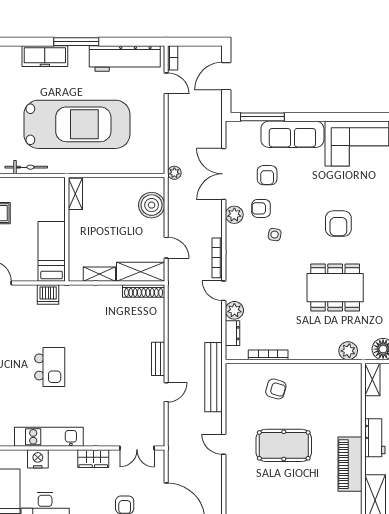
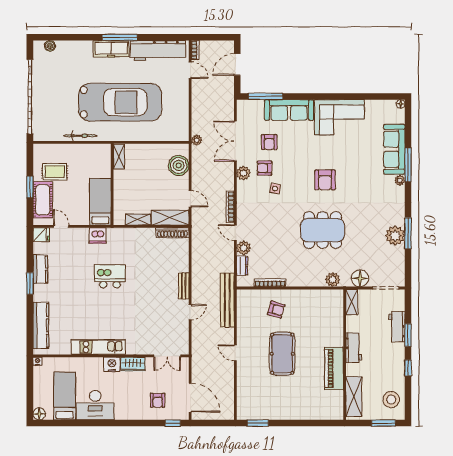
freezer: (45, 56) -> (111, 49), moved
kitchen island: (50, 367) -> (110, 276), moved, turned -90
pool table: (284, 445) -> (282, 354), turned 90
nightstand: (38, 459) -> (112, 364), moved

